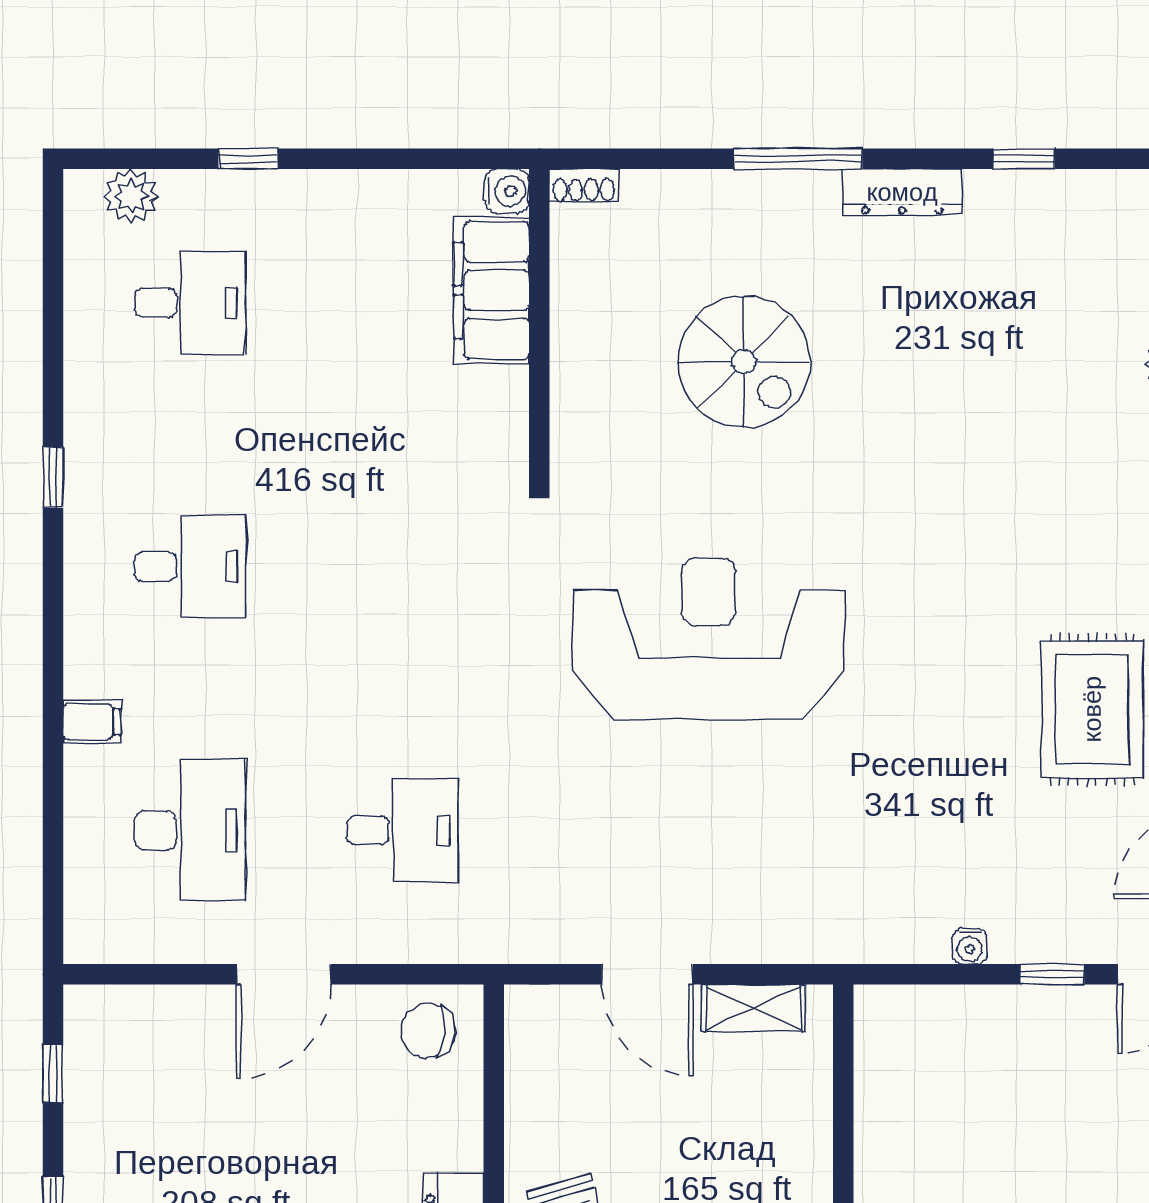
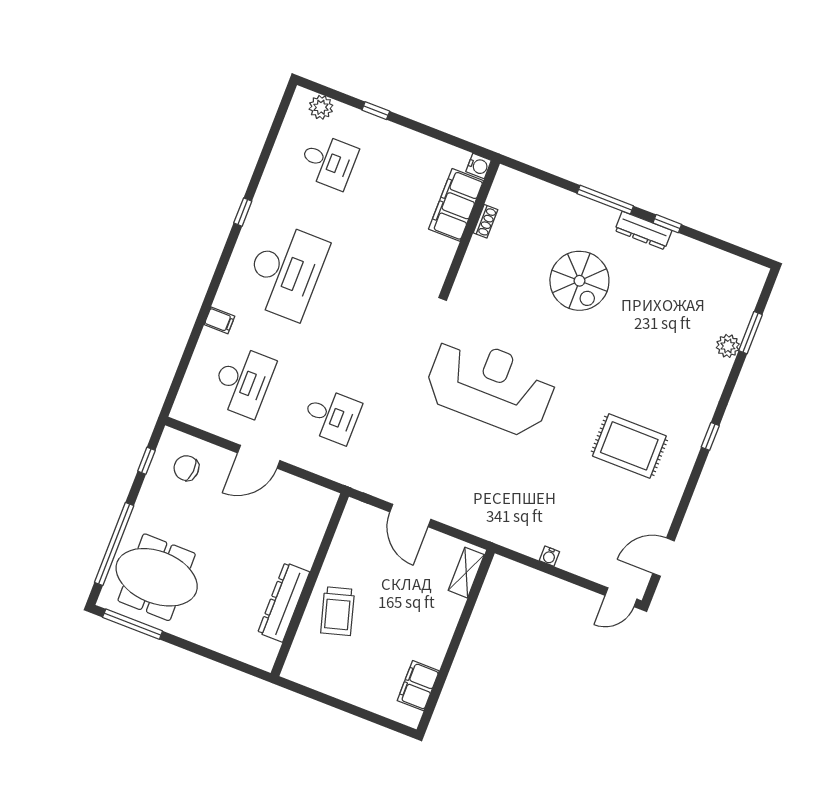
window: (1024, 159) -> (667, 224), moved
shoe rack: (584, 185) -> (486, 221), moved, turned -90
spiral stairs: (744, 362) -> (579, 281), moved
desk: (190, 566) -> (286, 271), width x1.87, depth x1.30
rug: (1092, 709) -> (629, 446), moved, turned 90
window: (1052, 974) -> (579, 581), removed
shelving: (754, 1008) -> (466, 573), moved, turned 90
chair: (428, 1031) -> (186, 468), moved

